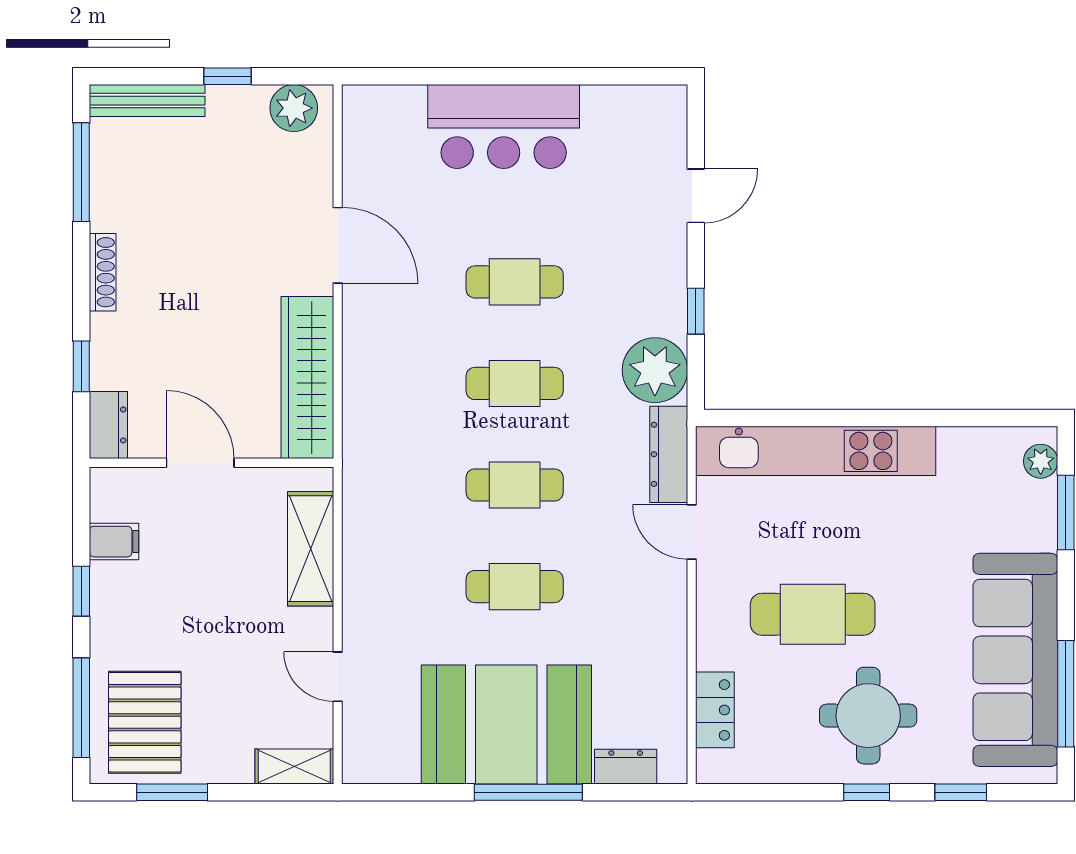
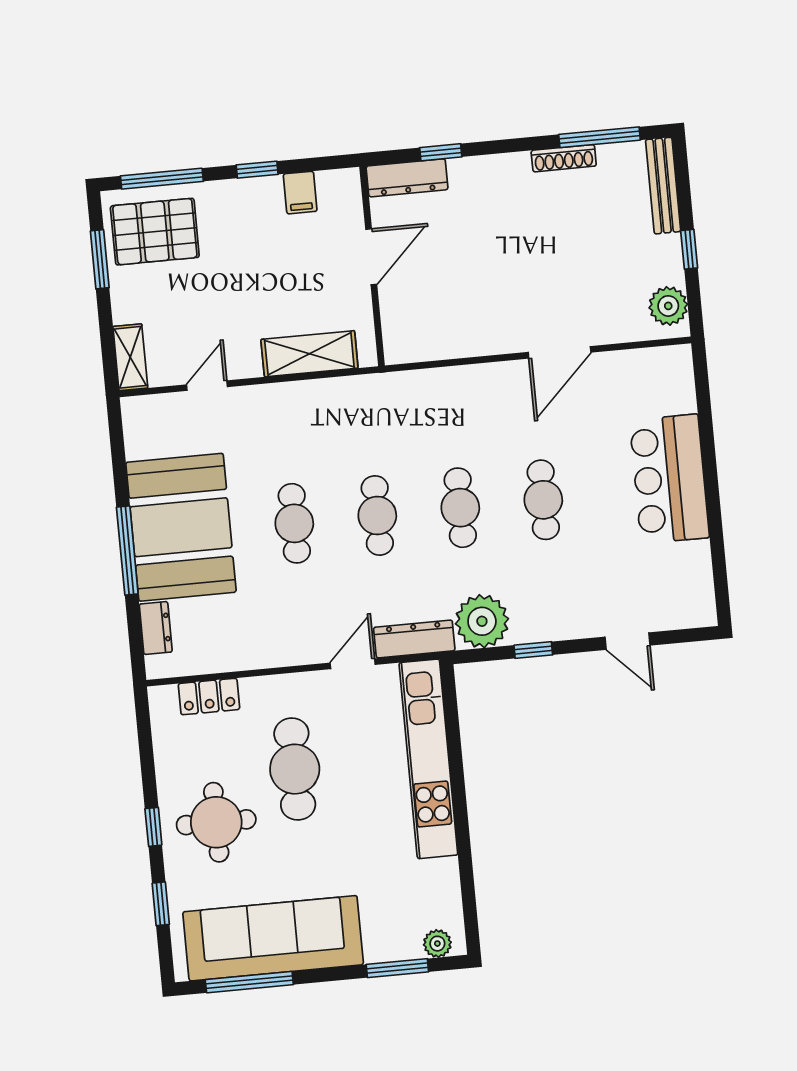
shoe rack: (103, 272) -> (564, 158), moved
wardrobe: (307, 378) -> (449, 338), removed
dresser: (108, 425) -> (407, 178), width x1.44

